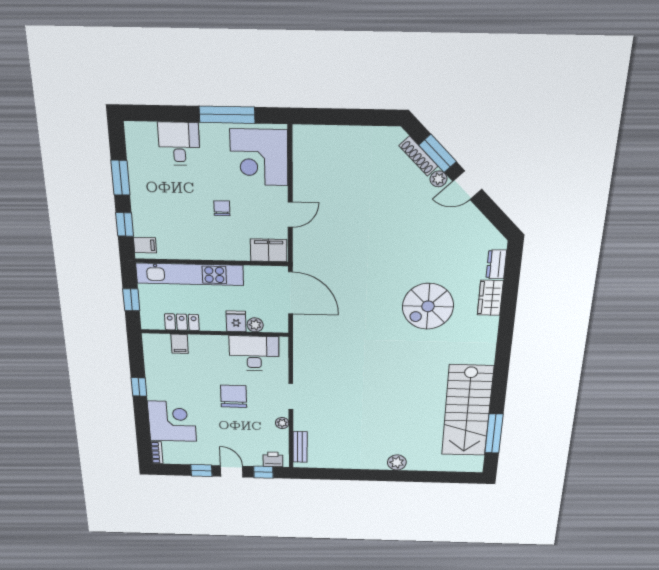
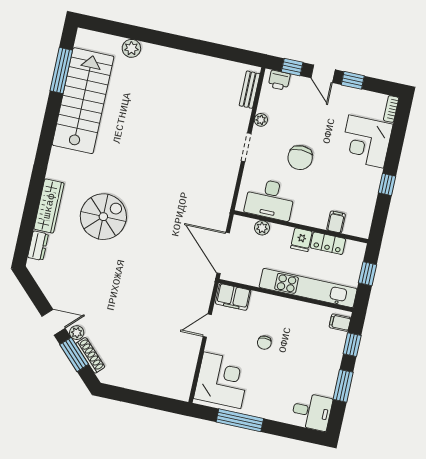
desk: (179, 144) -> (312, 412), moved, turned -90
wardrobe: (490, 298) -> (49, 206), width x1.50
fridge: (236, 321) -> (301, 240), moved
plant: (397, 462) -> (131, 48), moved

